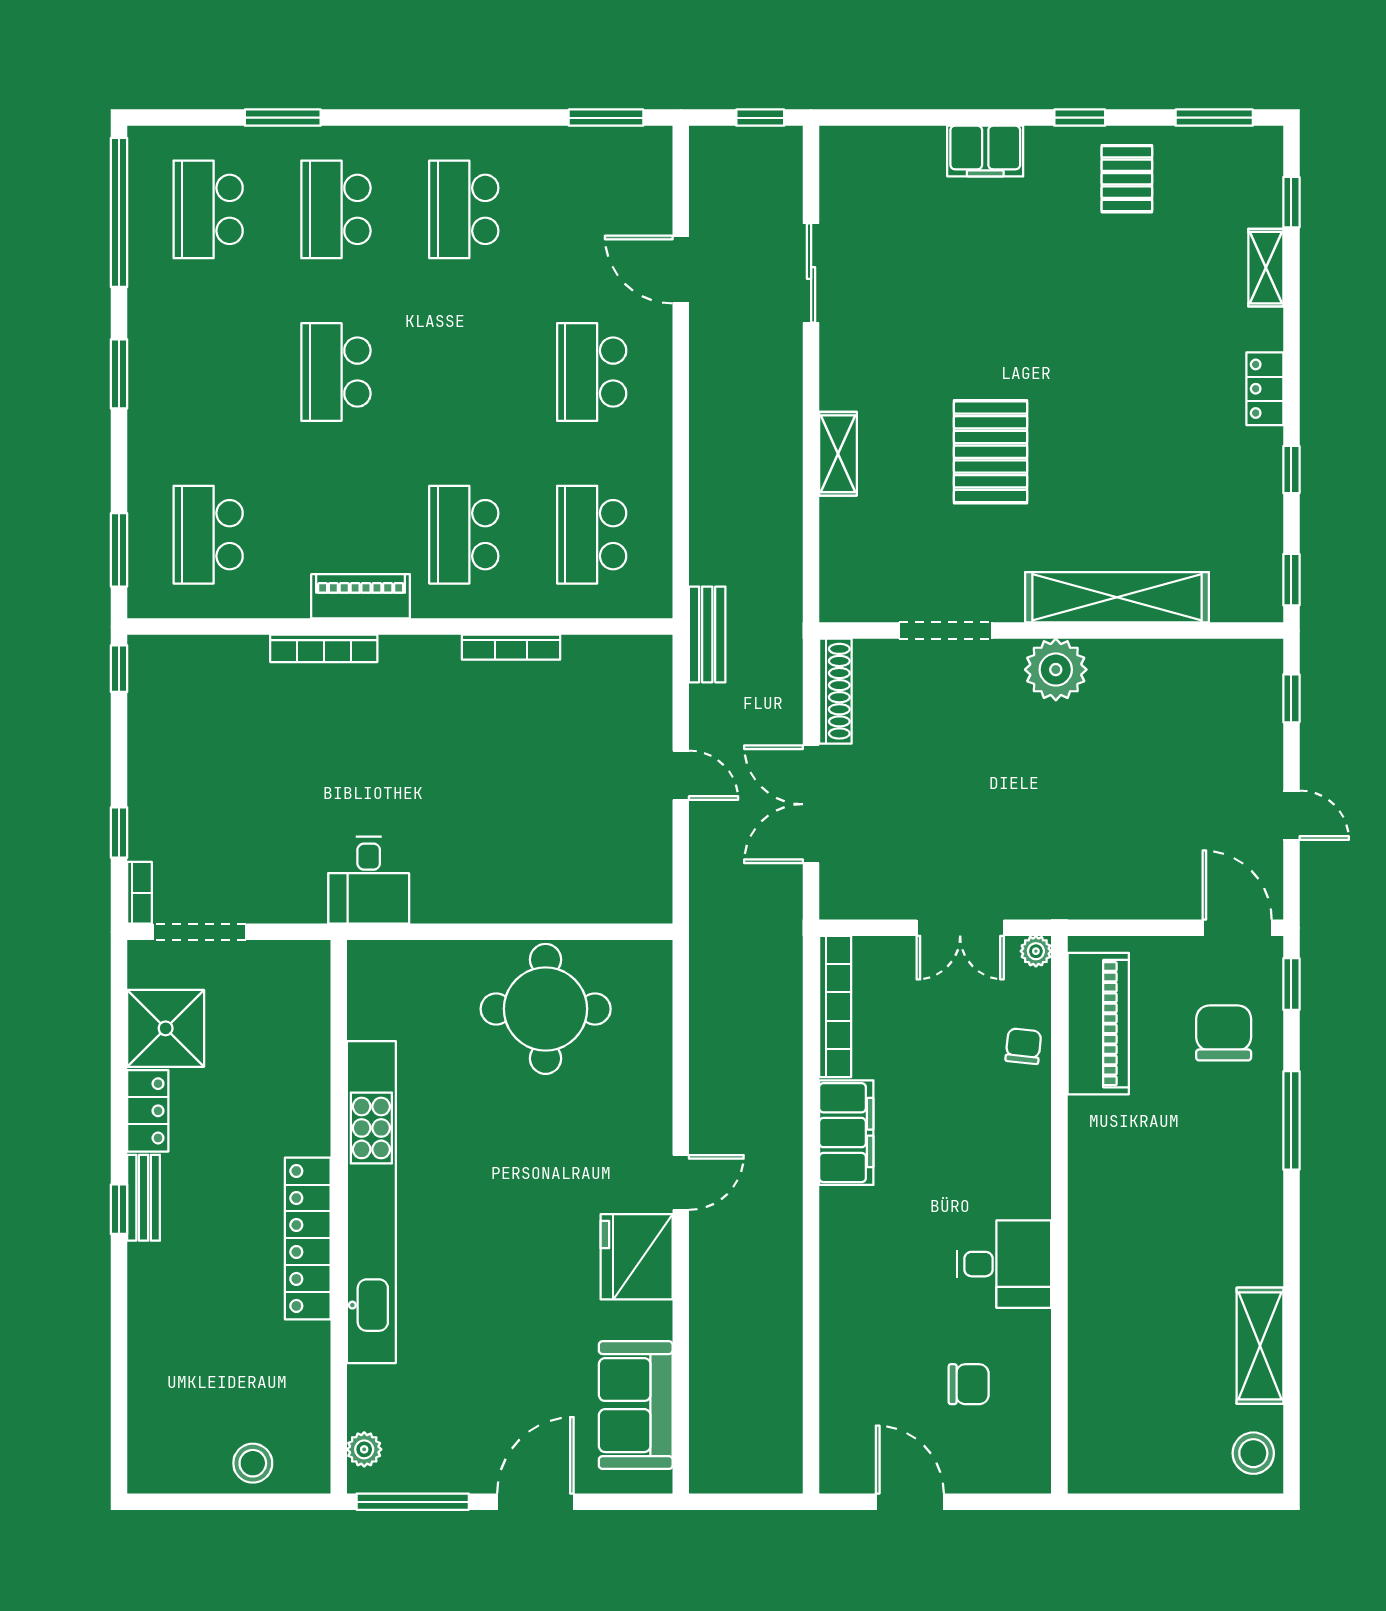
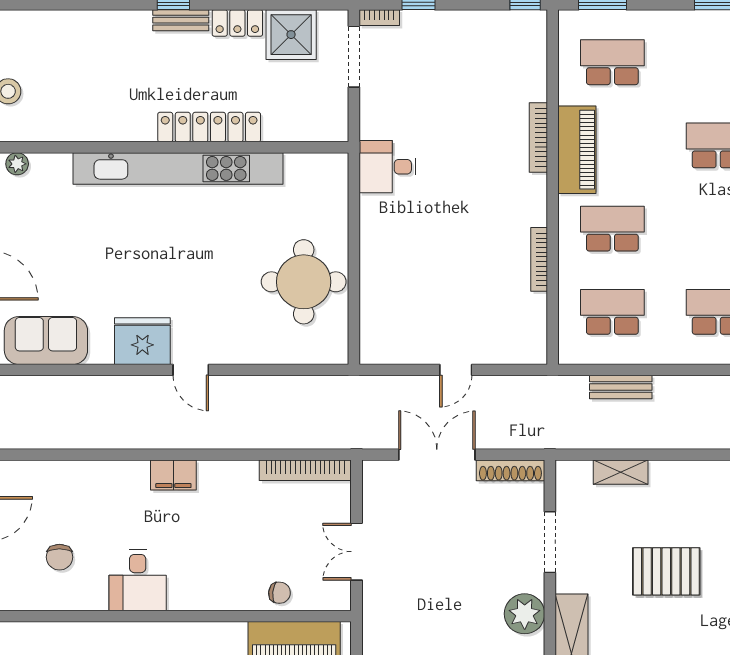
shelving: (838, 454) -> (621, 472), moved
piano: (361, 596) -> (577, 150), width x1.37, depth x1.33
bench: (707, 634) -> (621, 387), moved
plant: (1036, 951) -> (341, 601), removed
filing cabinet: (846, 1133) -> (173, 475), moved, width x0.67, depth x0.86
locker: (308, 1238) -> (209, 127), moved

